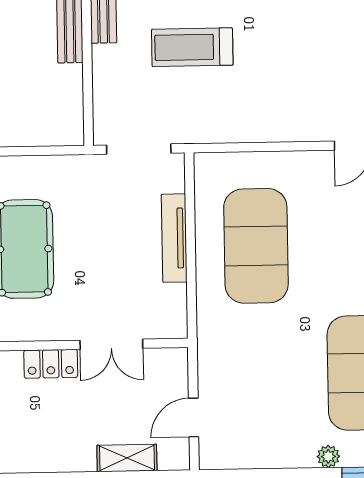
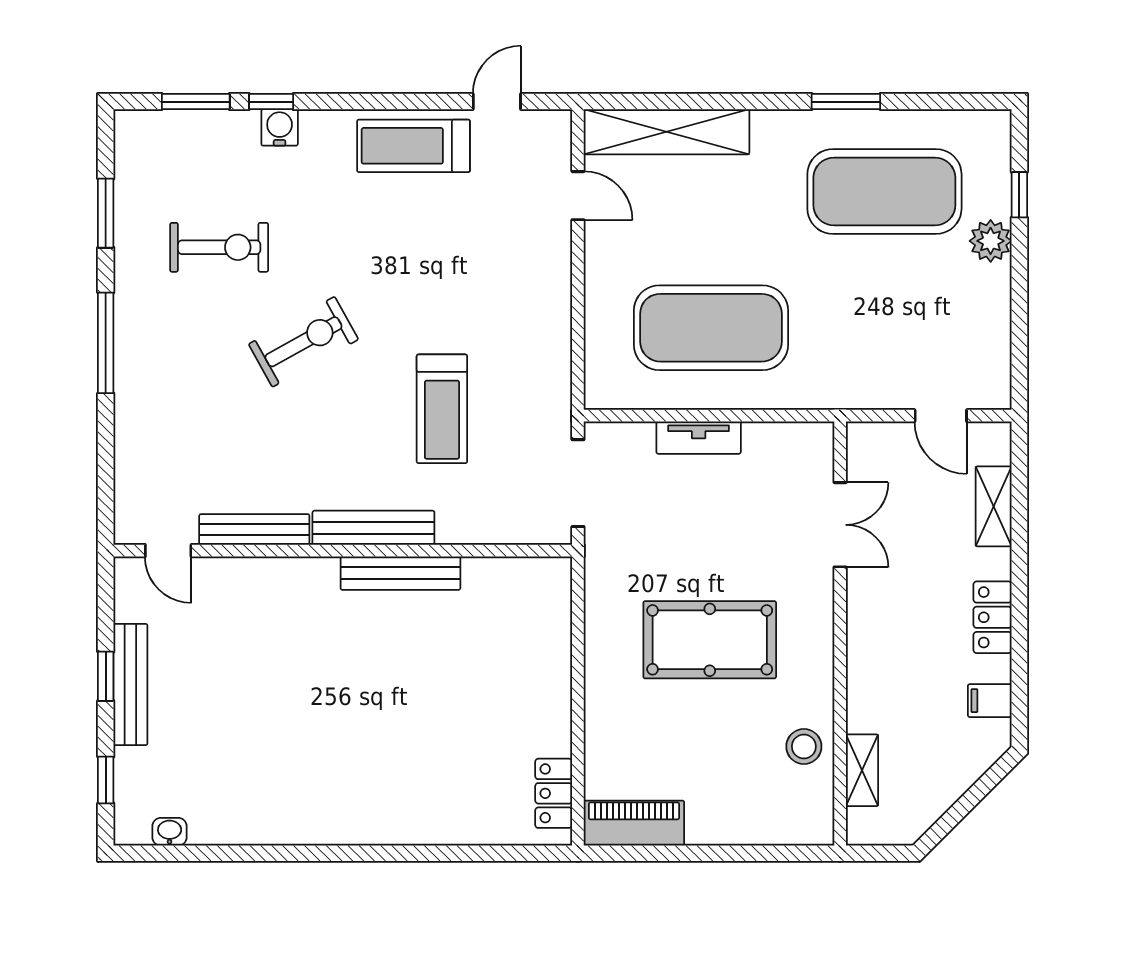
tv unit: (174, 238) -> (699, 438), width x0.71
locker: (51, 364) -> (993, 617), moved, turned 180
plant: (328, 456) -> (991, 241), width x1.38, depth x1.38

